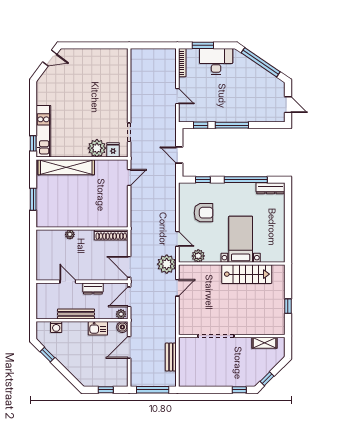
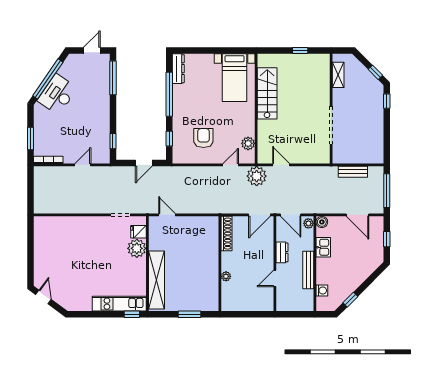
desk: (216, 61) -> (57, 94), moved, turned 34
window: (232, 125) -> (113, 78), moved
bed with nightstands: (241, 239) -> (235, 78), moved, turned -90
door: (129, 347) -> (357, 215), moved

